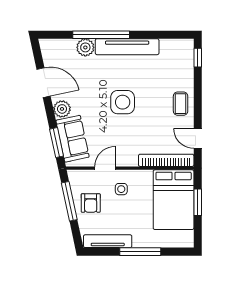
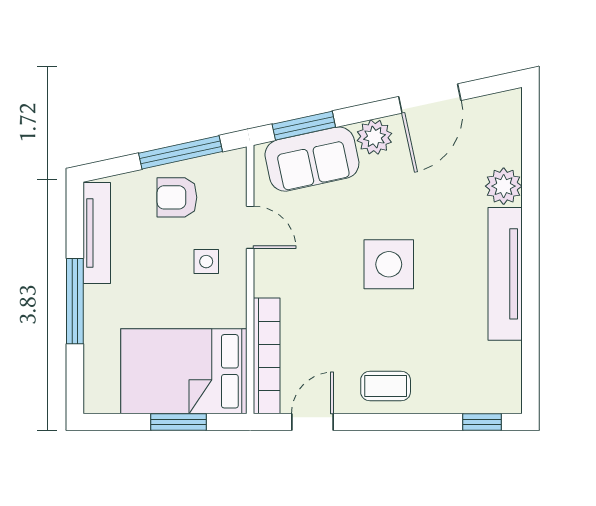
window: (101, 35) -> (530, 219), removed

